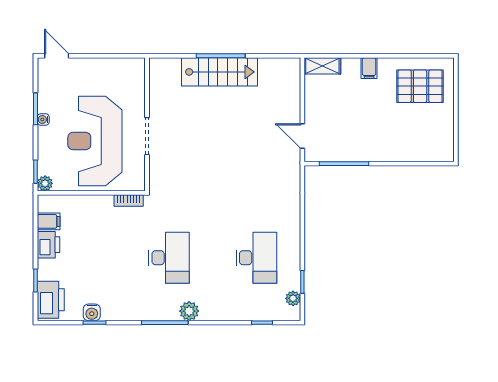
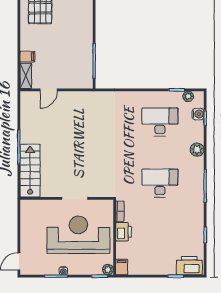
filing cabinet: (369, 68) -> (27, 57), moved
stairs: (219, 72) -> (30, 171), moved
door: (302, 136) -> (49, 90), moved
reception desk: (95, 141) -> (78, 235), turned 180
filing cabinet: (49, 221) -> (122, 267), moved
printer: (48, 245) -> (124, 232), moved, turned 90
plant: (189, 311) -> (197, 150), moved
water cooler: (92, 312) -> (198, 114), moved

